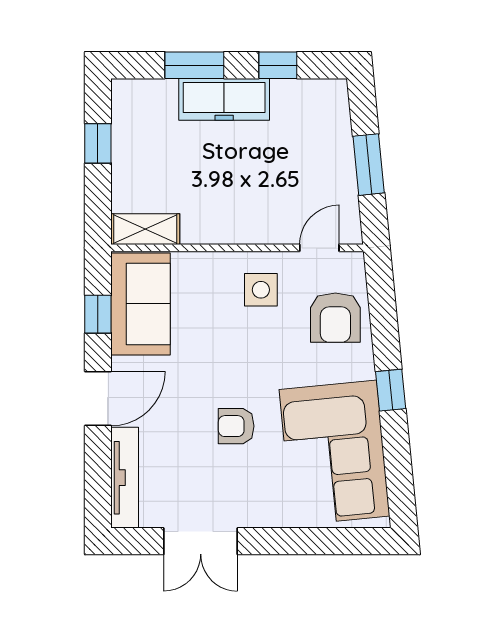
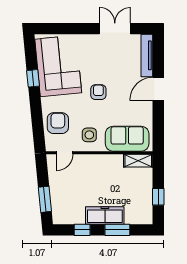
window: (369, 165) -> (45, 199), moved
sofa: (141, 304) -> (127, 139), moved, turned 90
window: (98, 314) -> (158, 125), removed
window: (391, 390) -> (33, 78), moved
armchair: (236, 426) -> (98, 92), moved, turned -90

